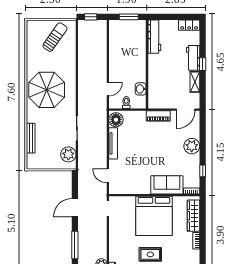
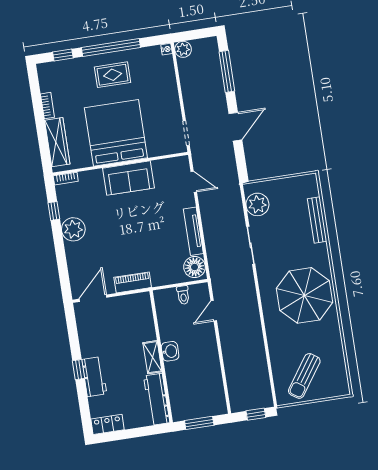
shelving: (195, 82) -> (152, 357), moved
washbasin: (141, 89) -> (170, 351), moved
plant: (192, 146) -> (73, 229), moved
sofa: (167, 185) -> (129, 178), moved

